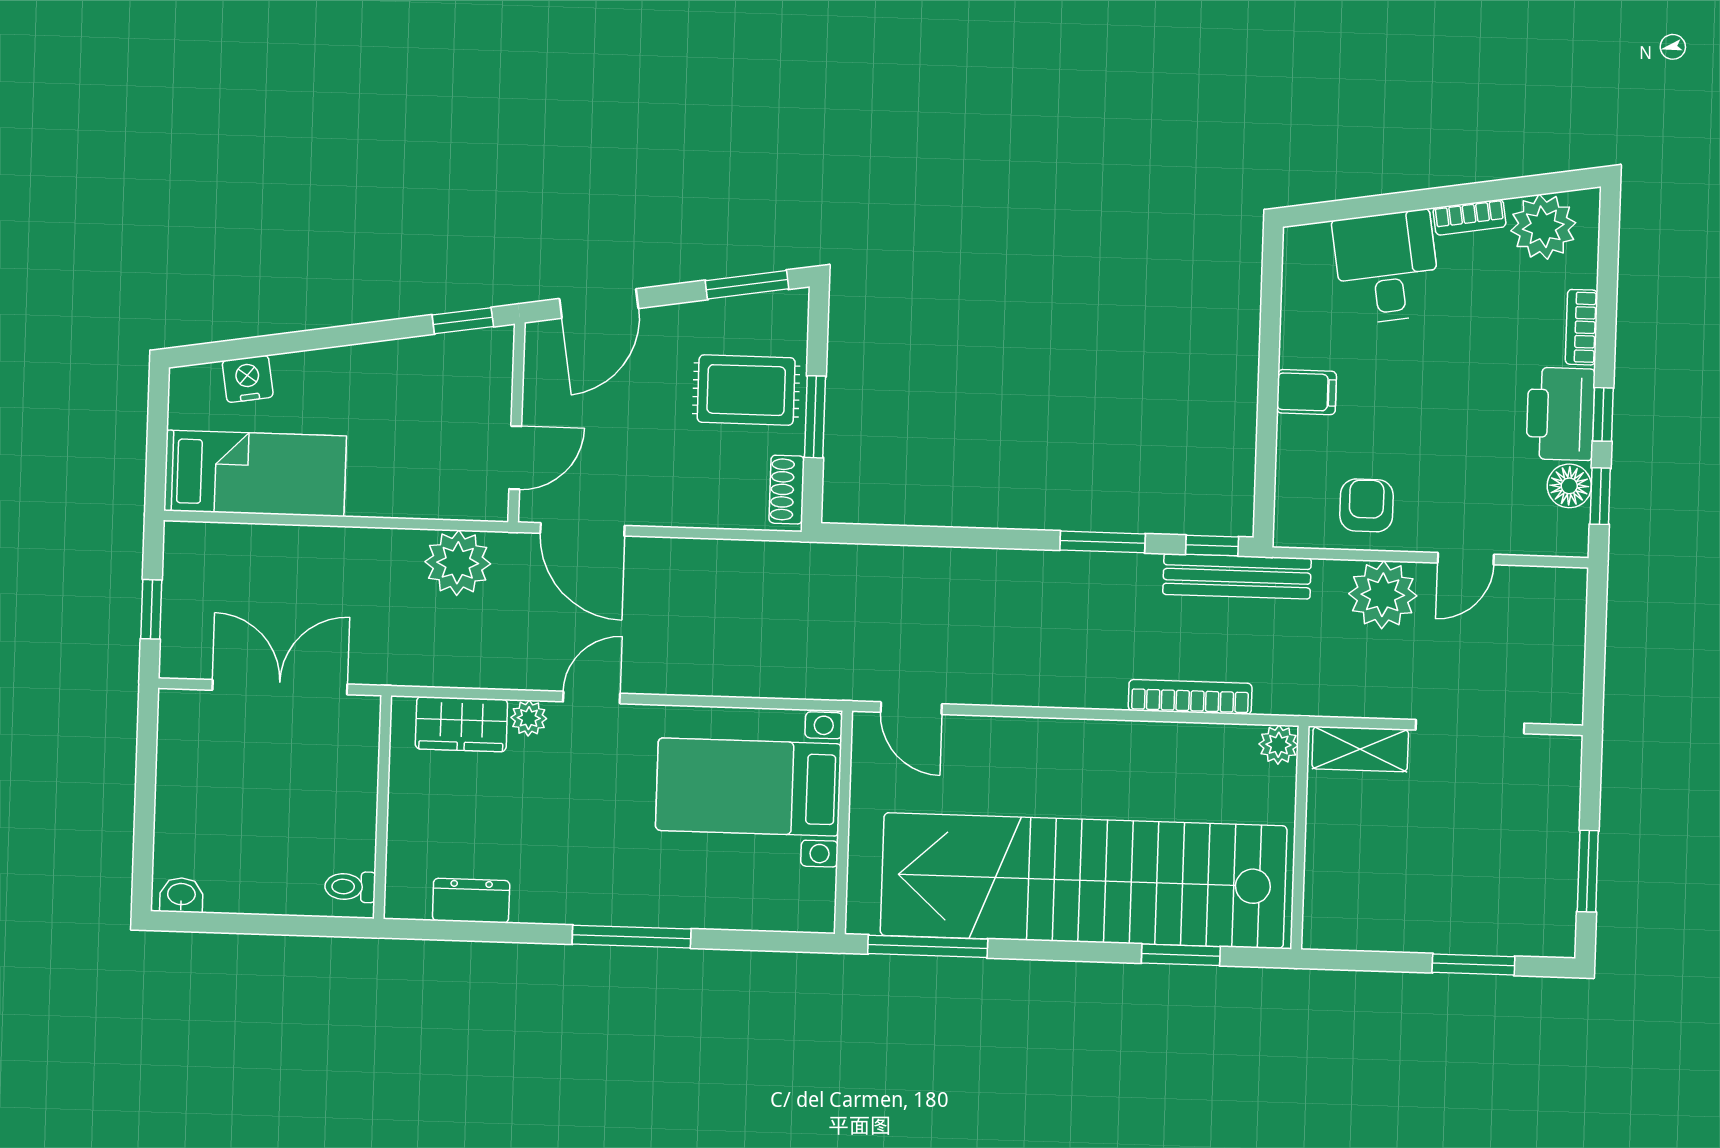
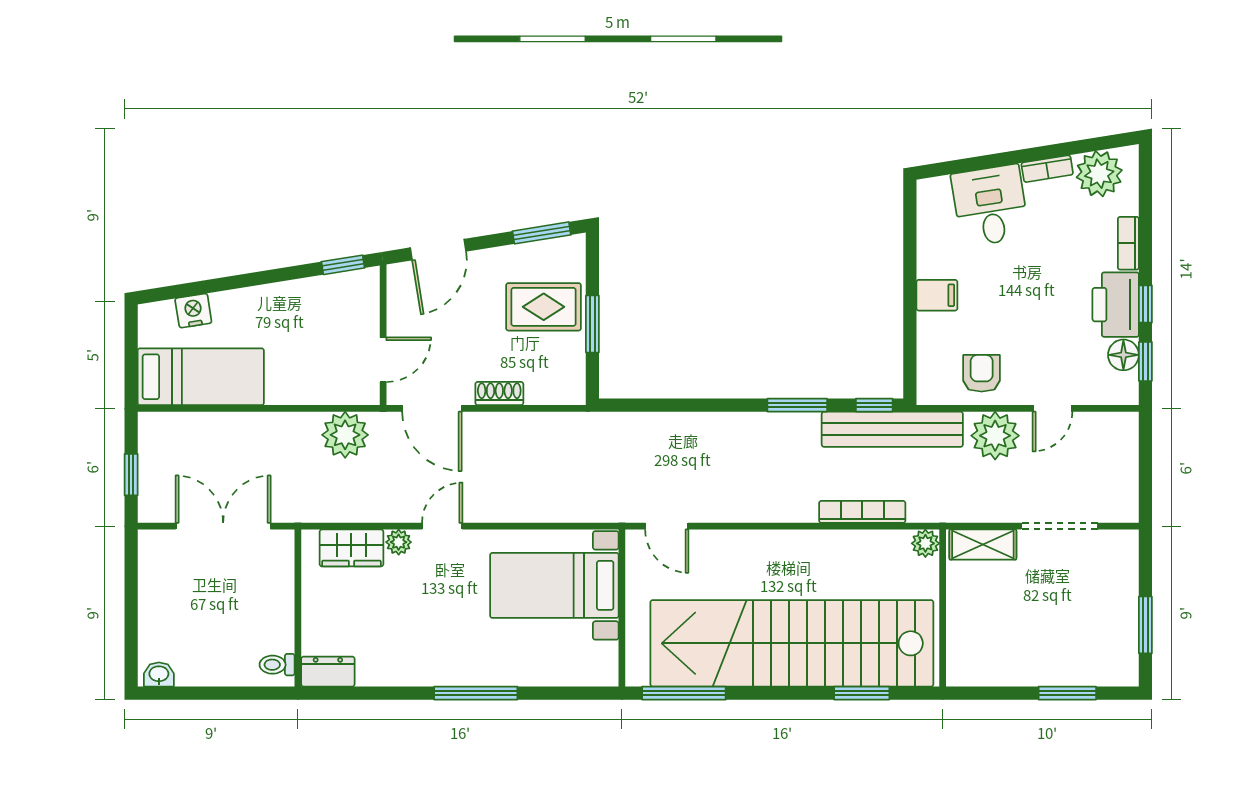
shoe rack: (787, 490) -> (499, 393), moved, turned 90
bench: (1237, 576) -> (892, 429), width x1.37, depth x1.21
dresser: (471, 901) -> (328, 672), moved

